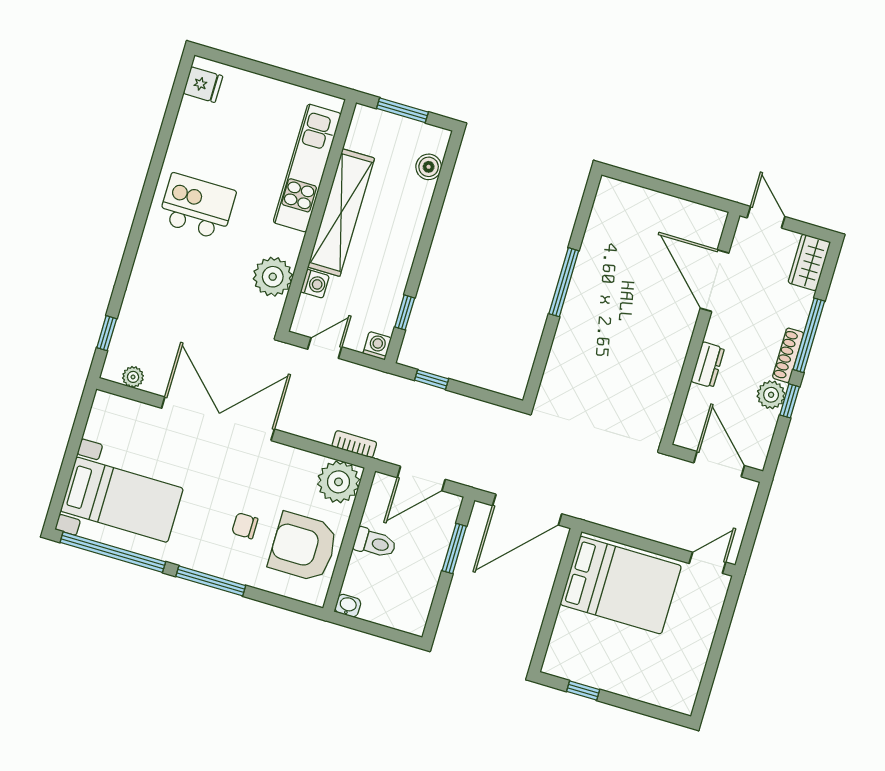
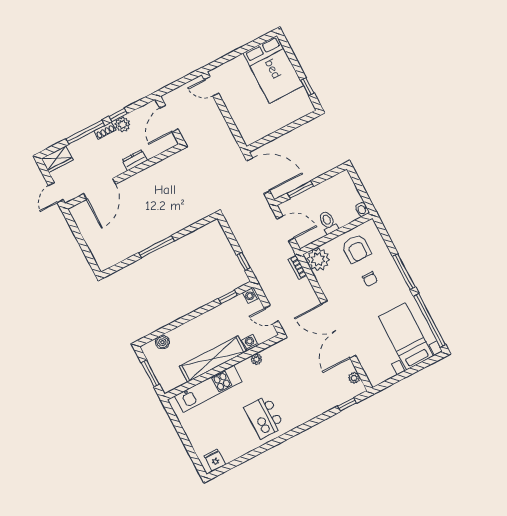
plant: (273, 277) -> (256, 359), width x0.53, depth x0.53
shoe rack: (788, 355) -> (105, 131), width x0.70
armchair: (303, 547) -> (356, 249), width x0.73, depth x0.73
bed: (621, 585) -> (273, 69), moved, turned 180

